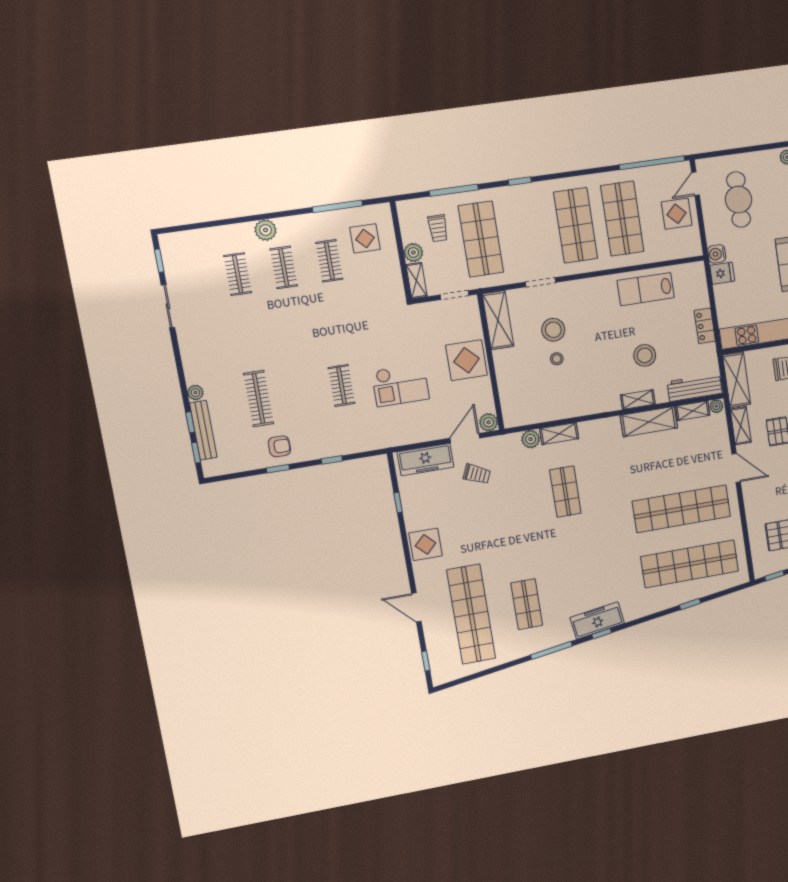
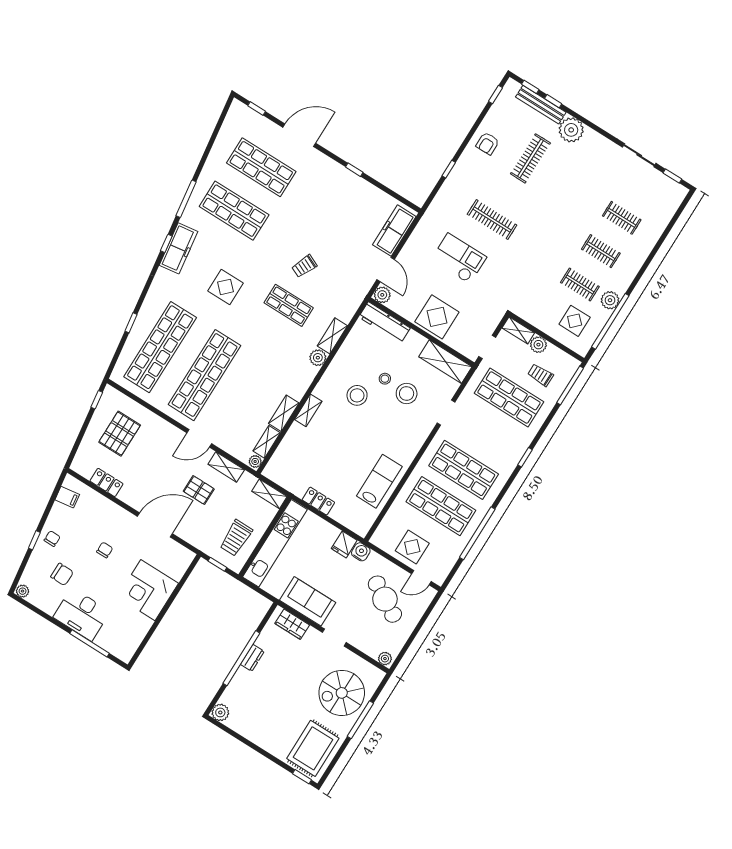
window: (652, 163) -> (477, 533), moved
door: (695, 184) -> (421, 578), swing flipped
window: (454, 190) -> (570, 385), moved
cafe table: (739, 200) -> (385, 599), turned 30
window: (338, 206) -> (610, 321), width x1.46
plant: (266, 230) -> (610, 300), moved
stool: (645, 355) -> (357, 395), moved
shelving: (737, 380) -> (269, 494), width x0.67, depth x0.75
checkout: (400, 385) -> (459, 258), turned 90
clothes rail: (342, 386) -> (492, 220), width x1.36
workbench: (695, 387) -> (385, 323), moved, turned 90
plant: (195, 393) -> (571, 130), width x1.87, depth x1.87
clothes rail: (259, 399) -> (530, 158), turned 90
shelving: (649, 422) -> (284, 413), width x0.67, depth x0.75
plant: (531, 439) -> (318, 358), moved
window: (278, 469) -> (495, 95), moved
trolley: (477, 474) -> (304, 266), moved
window: (398, 503) -> (354, 170), moved
display table: (426, 544) -> (226, 287), moved
shop shelf: (527, 604) -> (234, 211), width x1.43, depth x1.36
door: (416, 607) -> (299, 135), width x1.36
shop shelf: (471, 614) -> (261, 167), width x0.71

